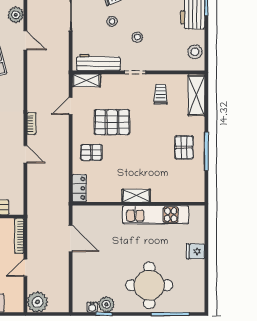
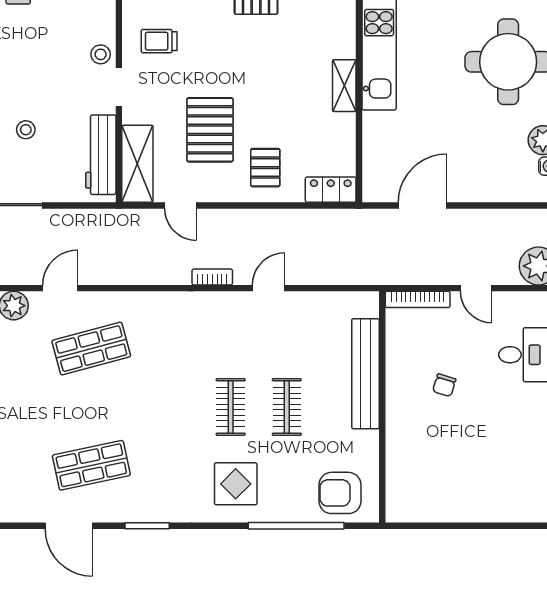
stool: (137, 37) -> (101, 54), moved
shelving: (86, 80) -> (137, 164), width x1.50, depth x1.33

